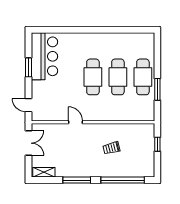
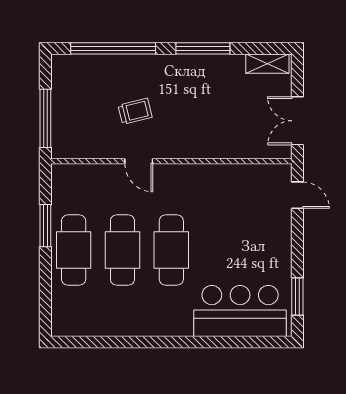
bar counter: (44, 56) -> (240, 311), moved, turned 90
window: (29, 67) -> (297, 296), moved
door: (75, 122) -> (139, 161), moved
window: (157, 144) -> (45, 118), width x2.17

